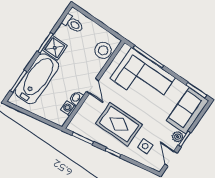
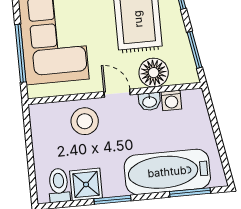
shower: (55, 48) -> (86, 184), moved
stool: (103, 50) -> (85, 121), moved
door: (93, 86) -> (117, 93), hinge flipped
floor lamp: (88, 111) -> (154, 73), added

